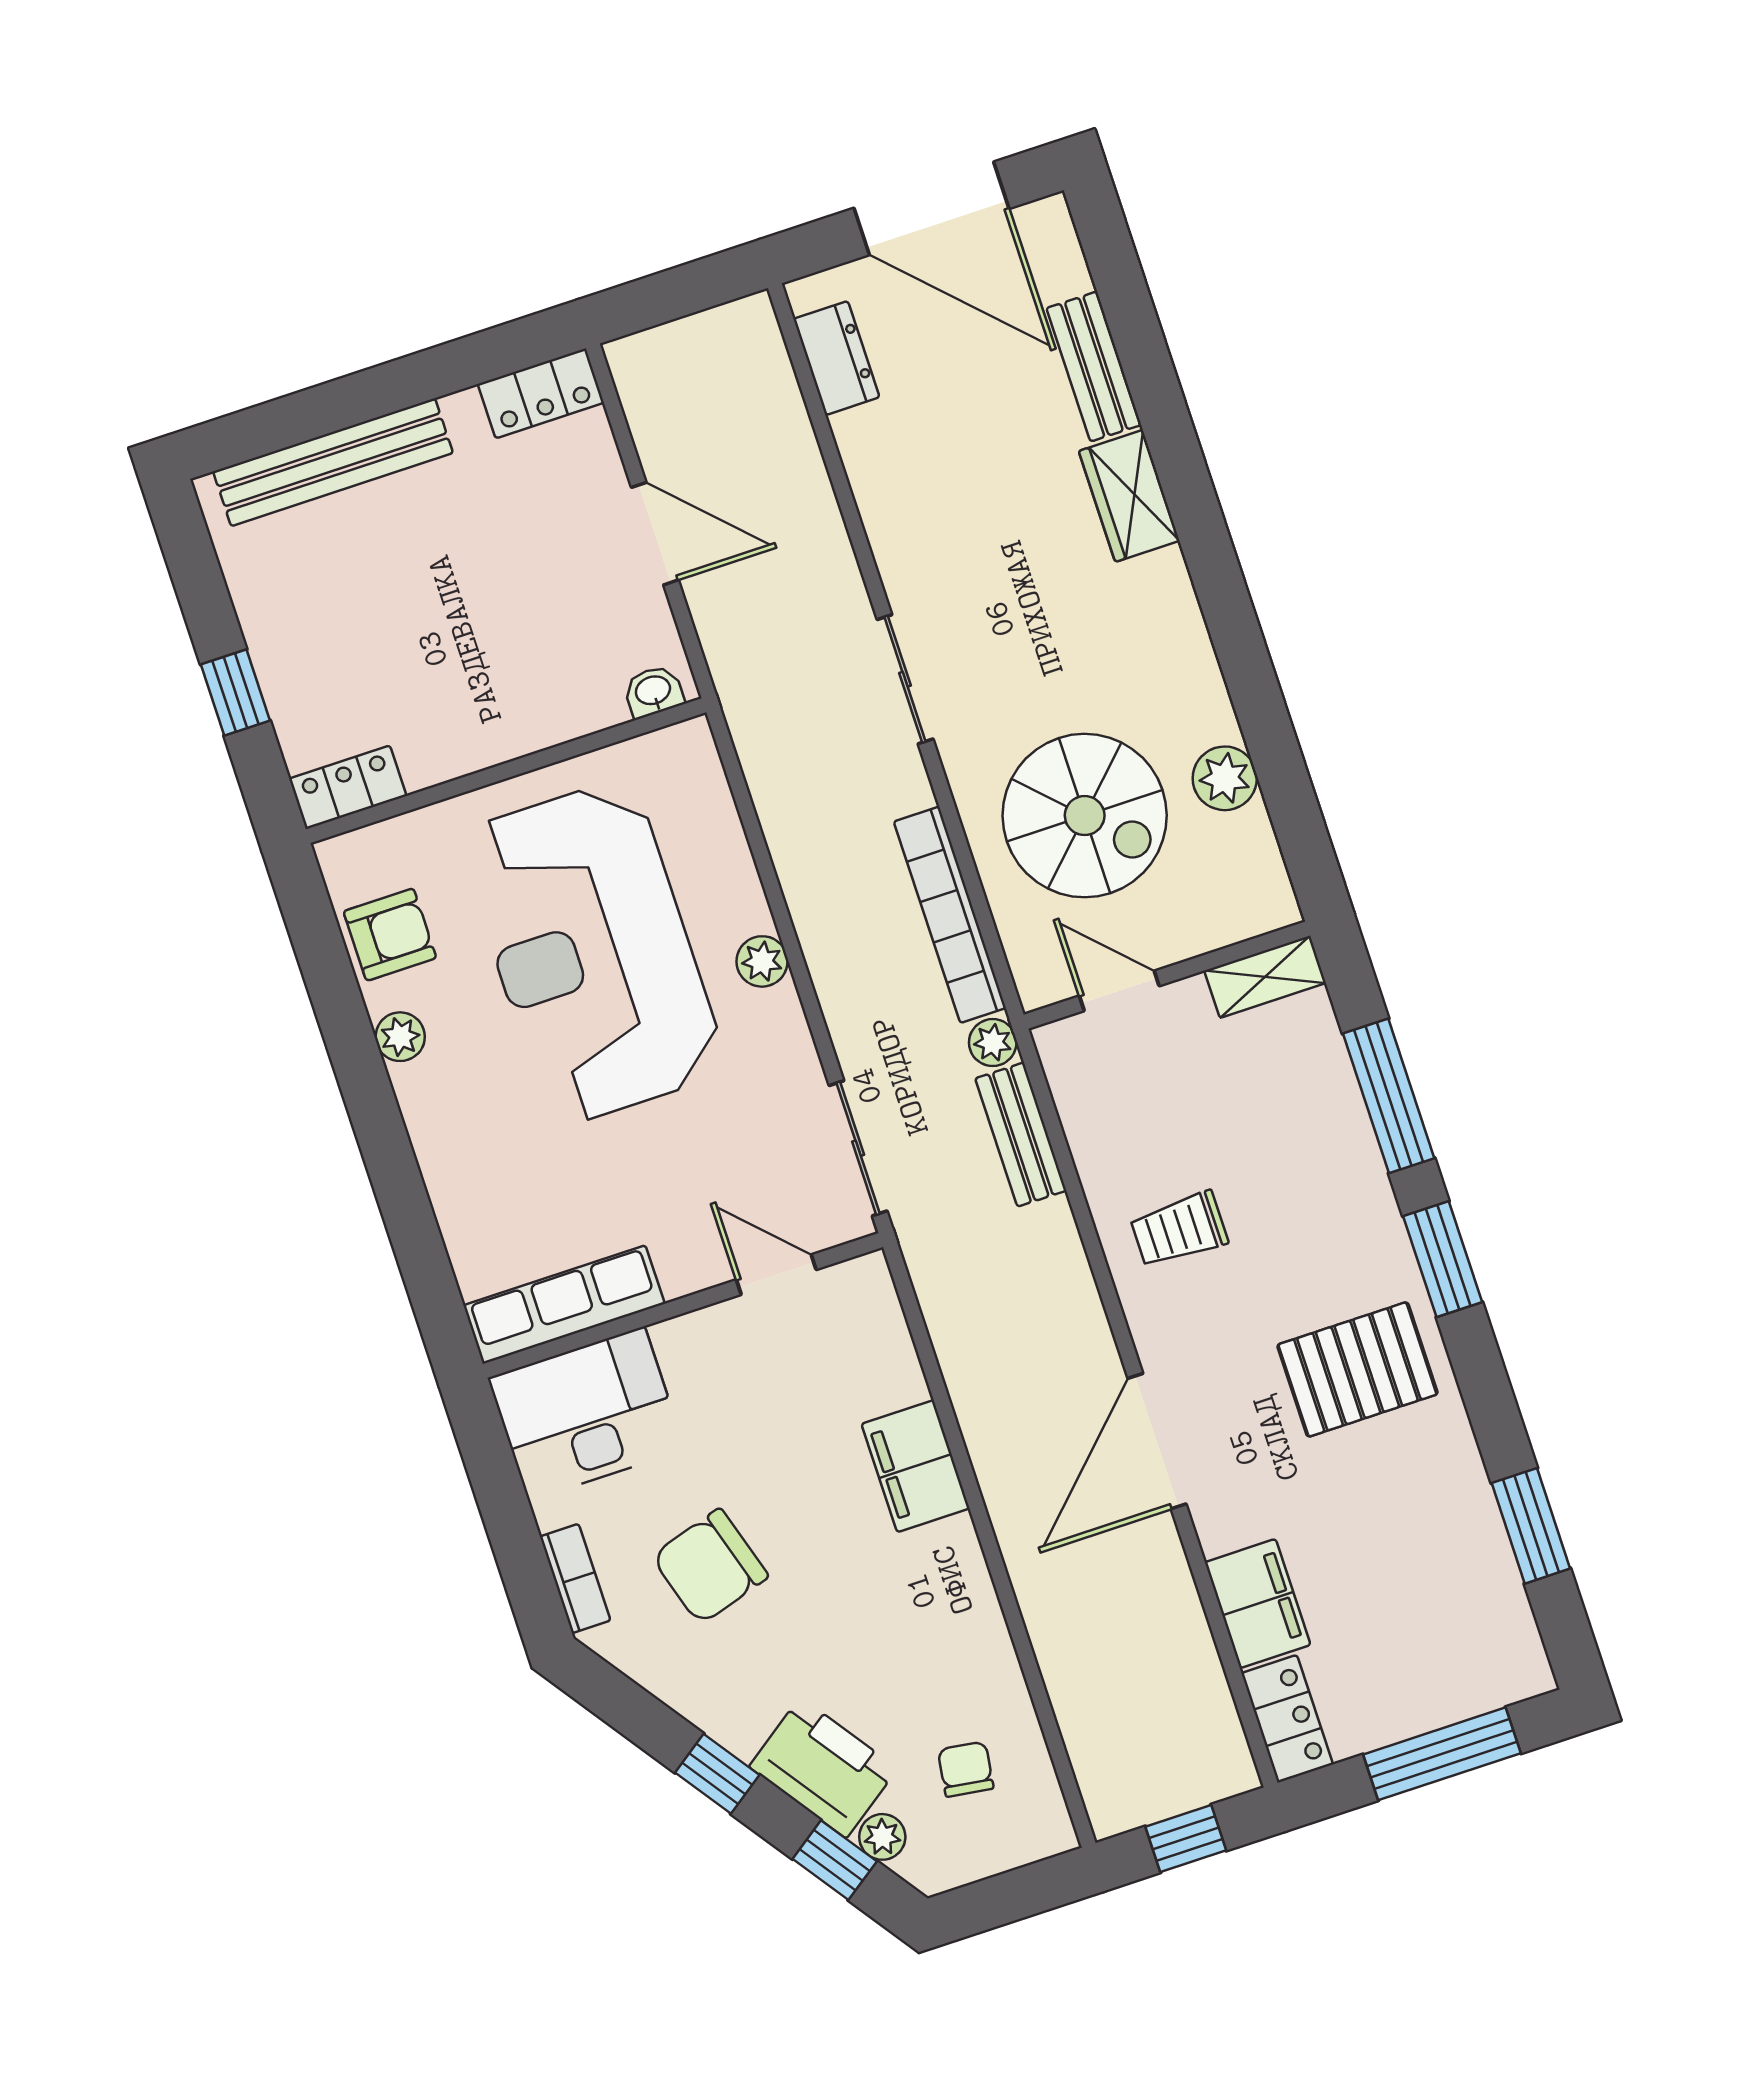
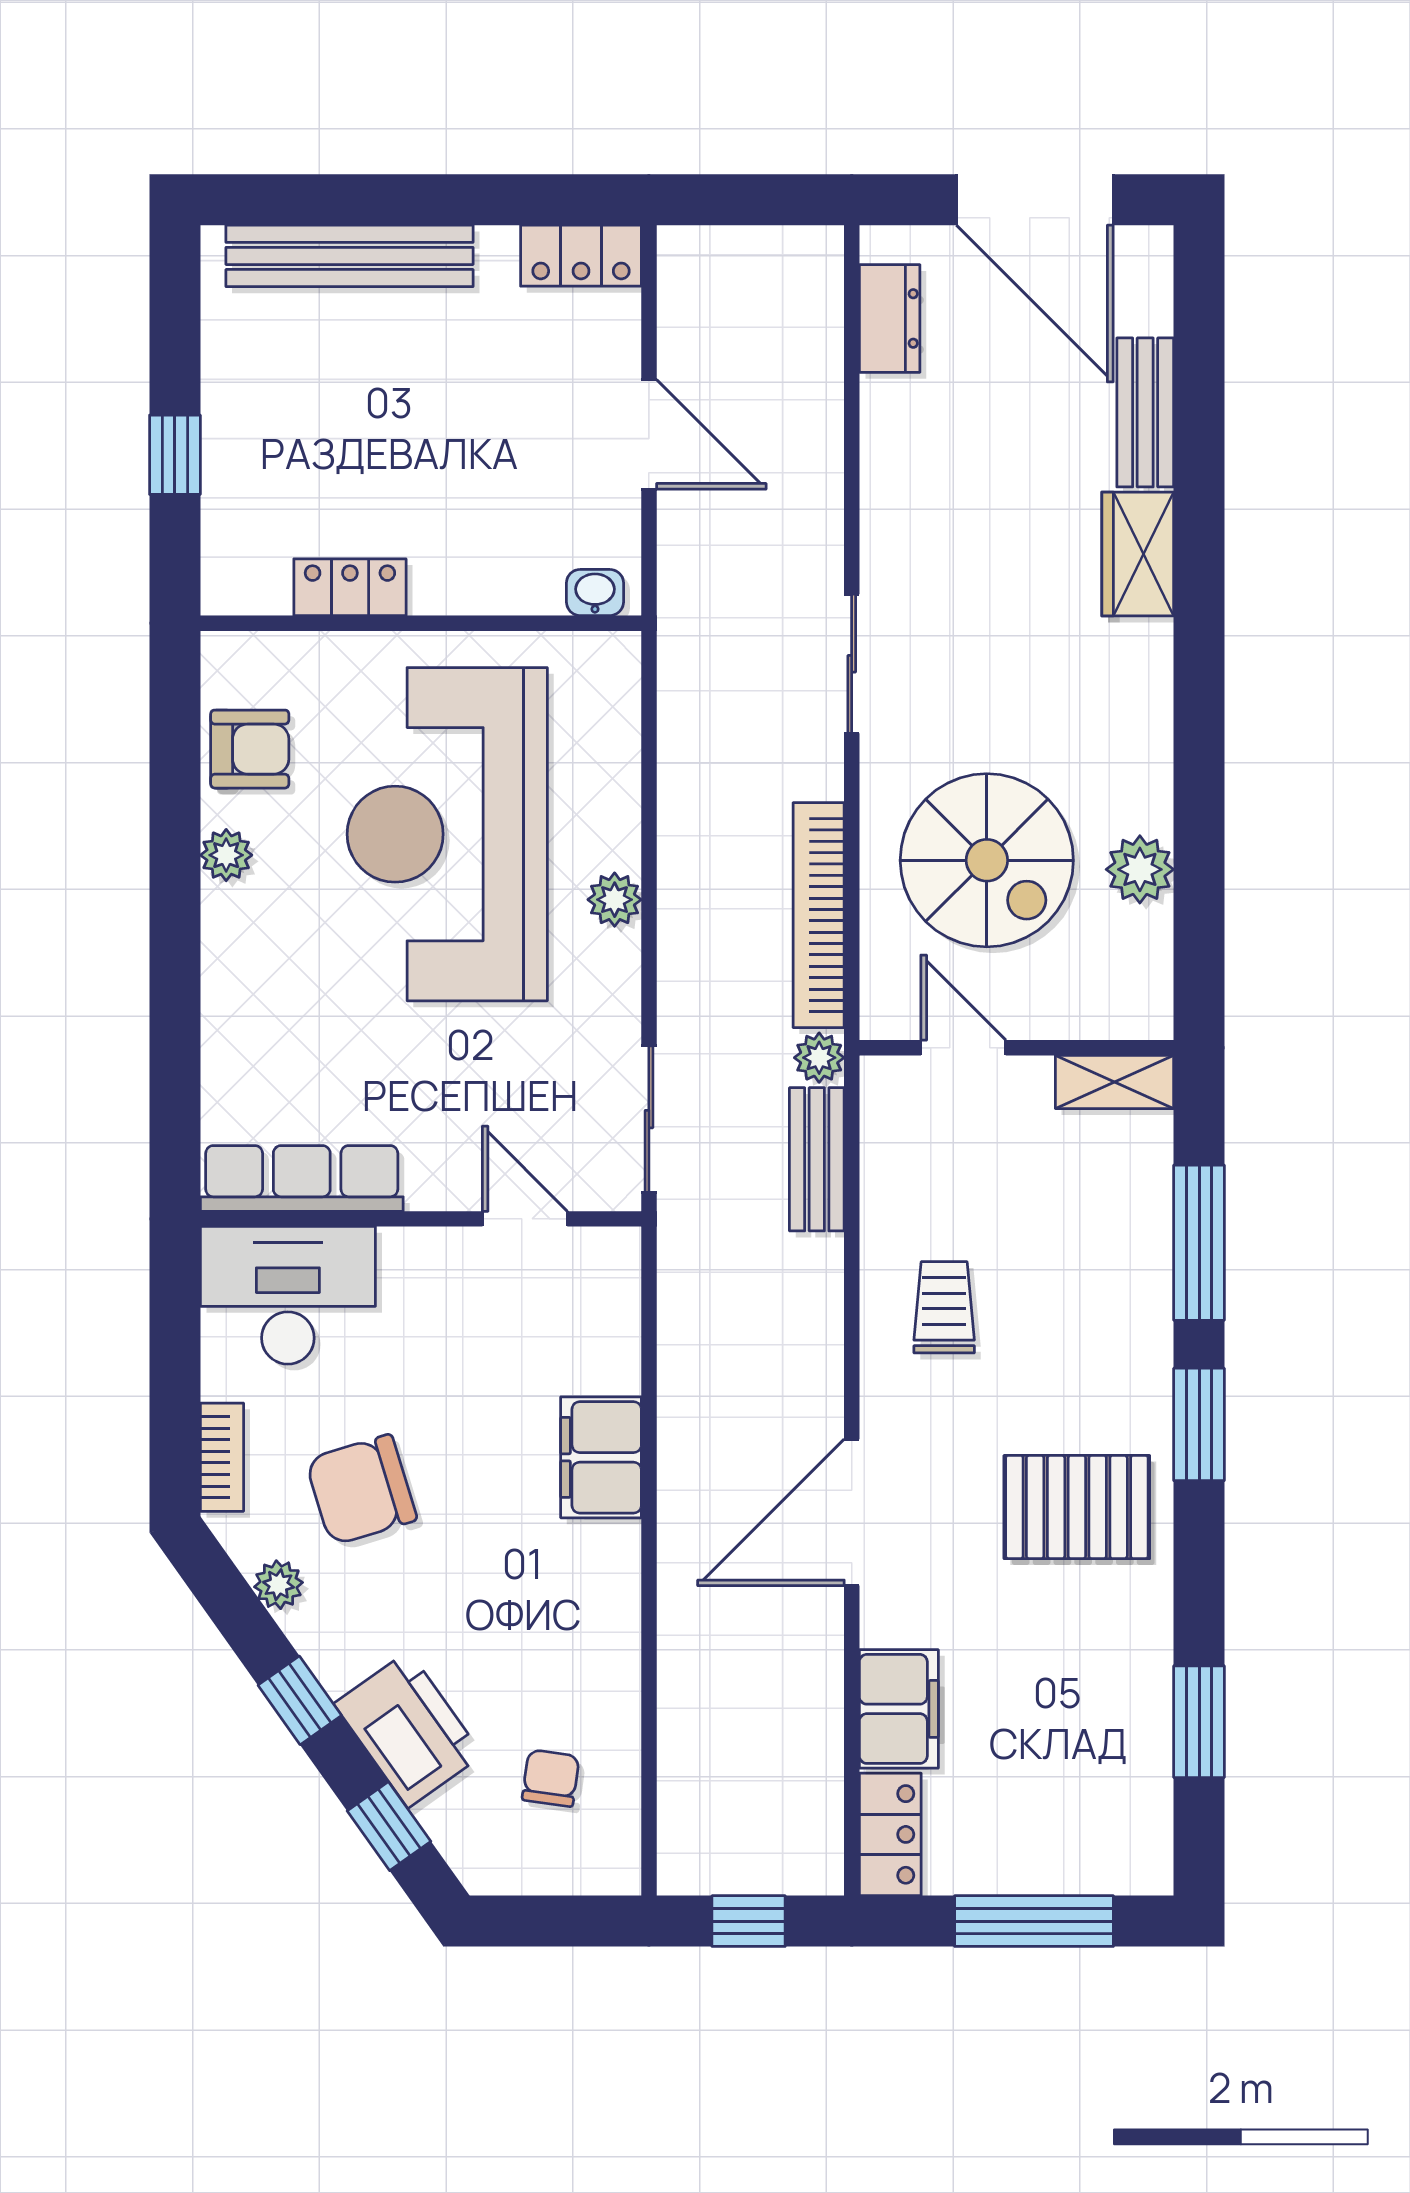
locker: (348, 787) -> (350, 587), moved
trolley: (1179, 1230) -> (944, 1307), turned 90
plant: (882, 1837) -> (278, 1585), moved

